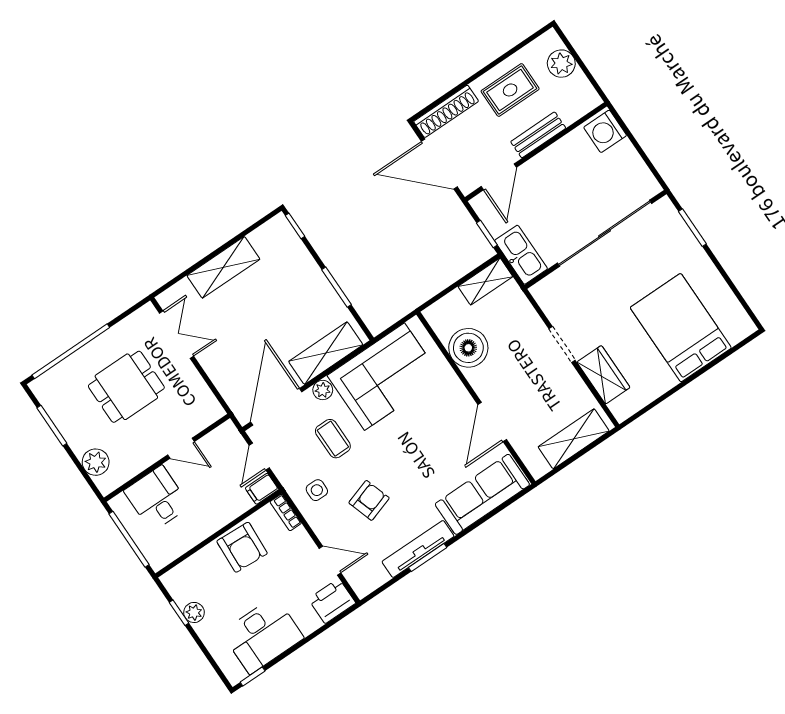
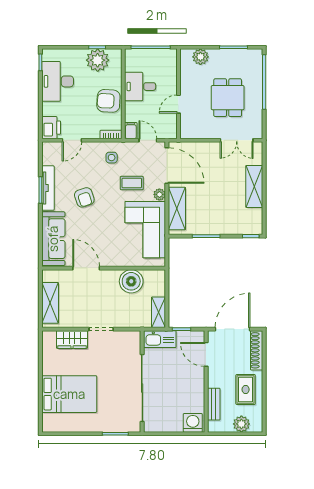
bench: (538, 135) -> (214, 404), moved
desk: (157, 498) -> (140, 87), moved, turned 180
armchair: (369, 500) -> (84, 197), moved
plant: (194, 612) -> (98, 60), width x1.88, depth x1.88

